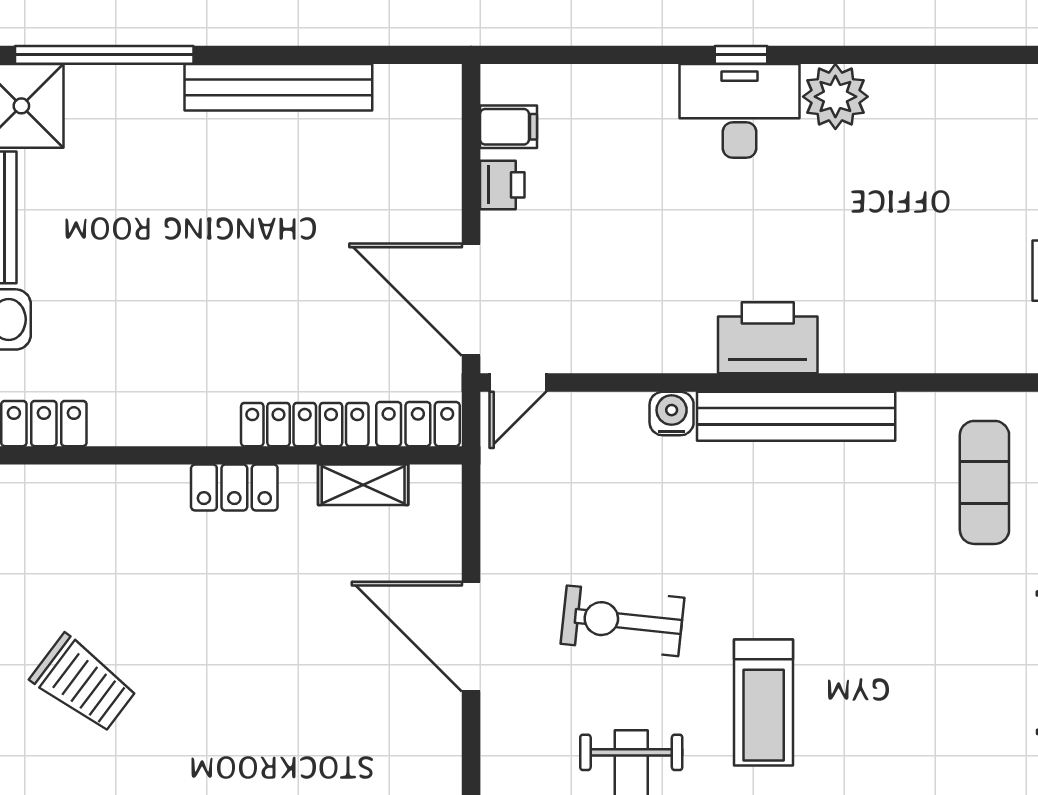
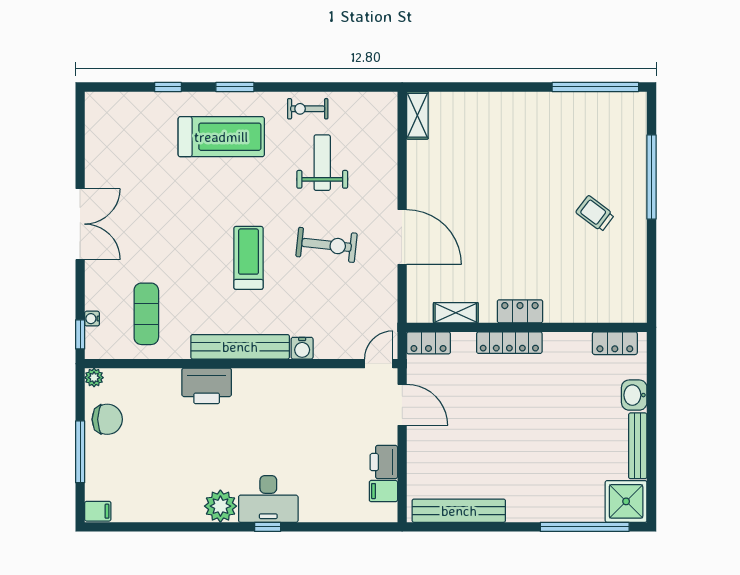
bench: (278, 87) -> (459, 511), moved
printer: (502, 185) -> (384, 462), width x1.36, depth x1.24
door: (471, 300) -> (402, 405), width x0.73
printer: (768, 338) -> (207, 386), moved
locker: (305, 425) -> (509, 343), moved
trolley: (84, 684) -> (595, 214), width x0.73, depth x0.72
treadmill: (764, 702) -> (248, 258), moved

